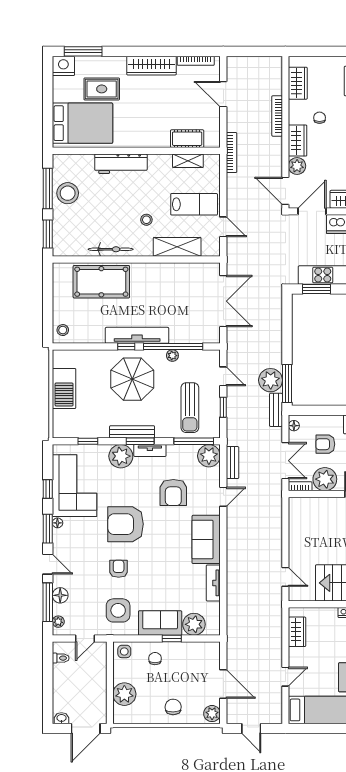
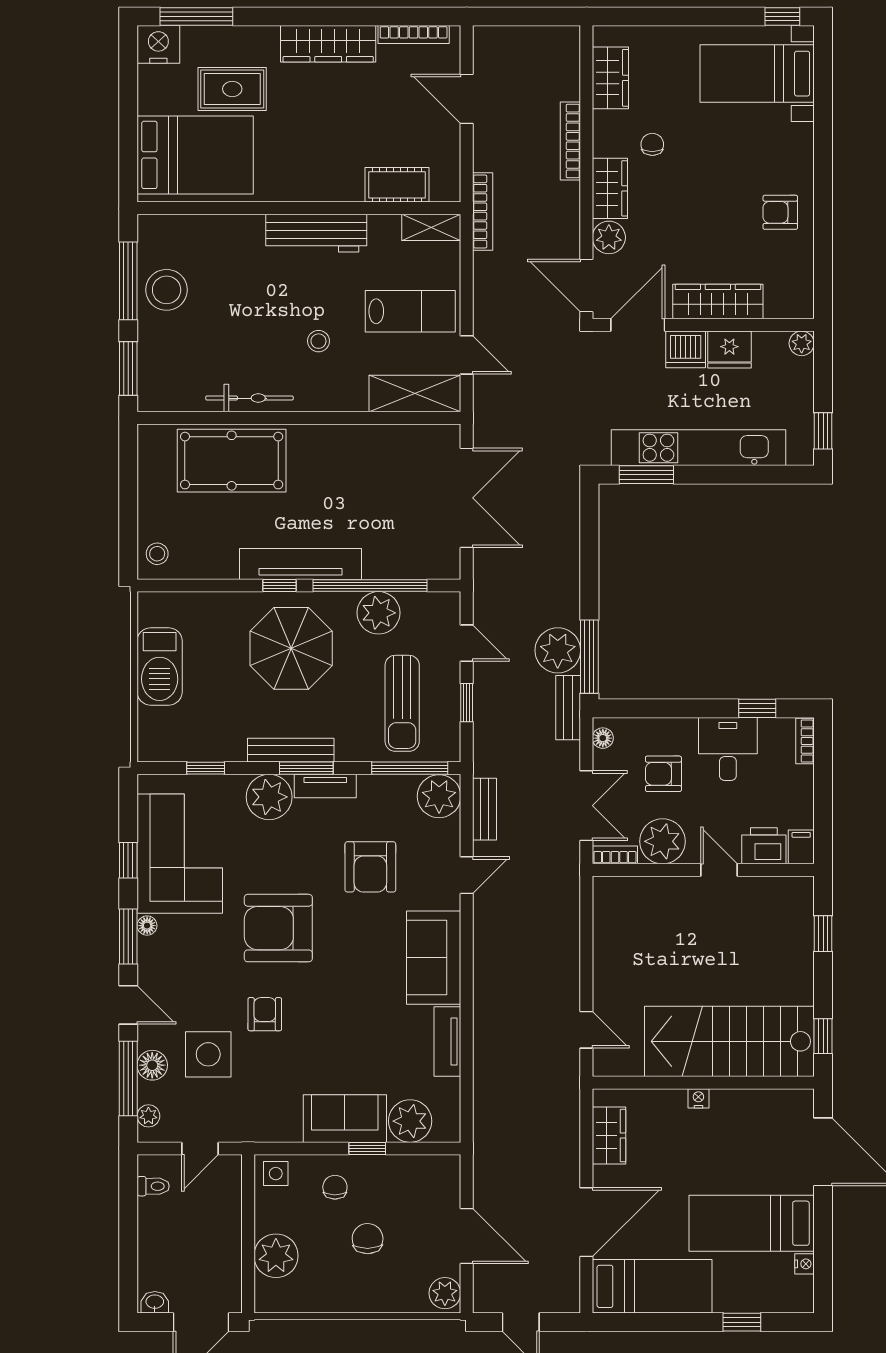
shelving: (188, 161) -> (431, 227), moved
workbench: (121, 164) -> (316, 233), moved
shelving: (177, 247) -> (415, 393), moved
plant: (172, 356) -> (379, 613), width x1.88, depth x1.88
side table: (118, 610) -> (208, 1054), moved
door: (285, 677) -> (586, 1222), width x1.87
chair: (173, 707) -> (368, 1239), moved

